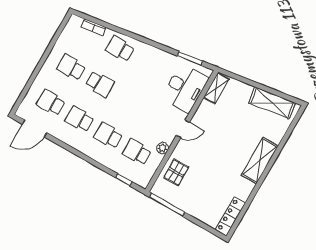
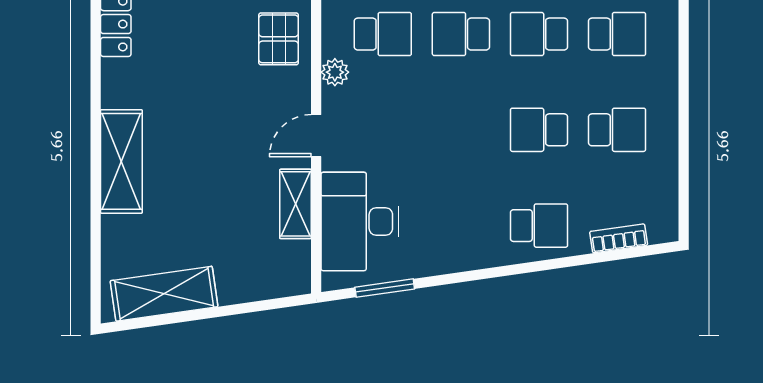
shelving: (216, 88) -> (296, 204), moved
school desk: (80, 119) -> (539, 34), turned 180
school desk: (108, 136) -> (461, 34), turned 180

